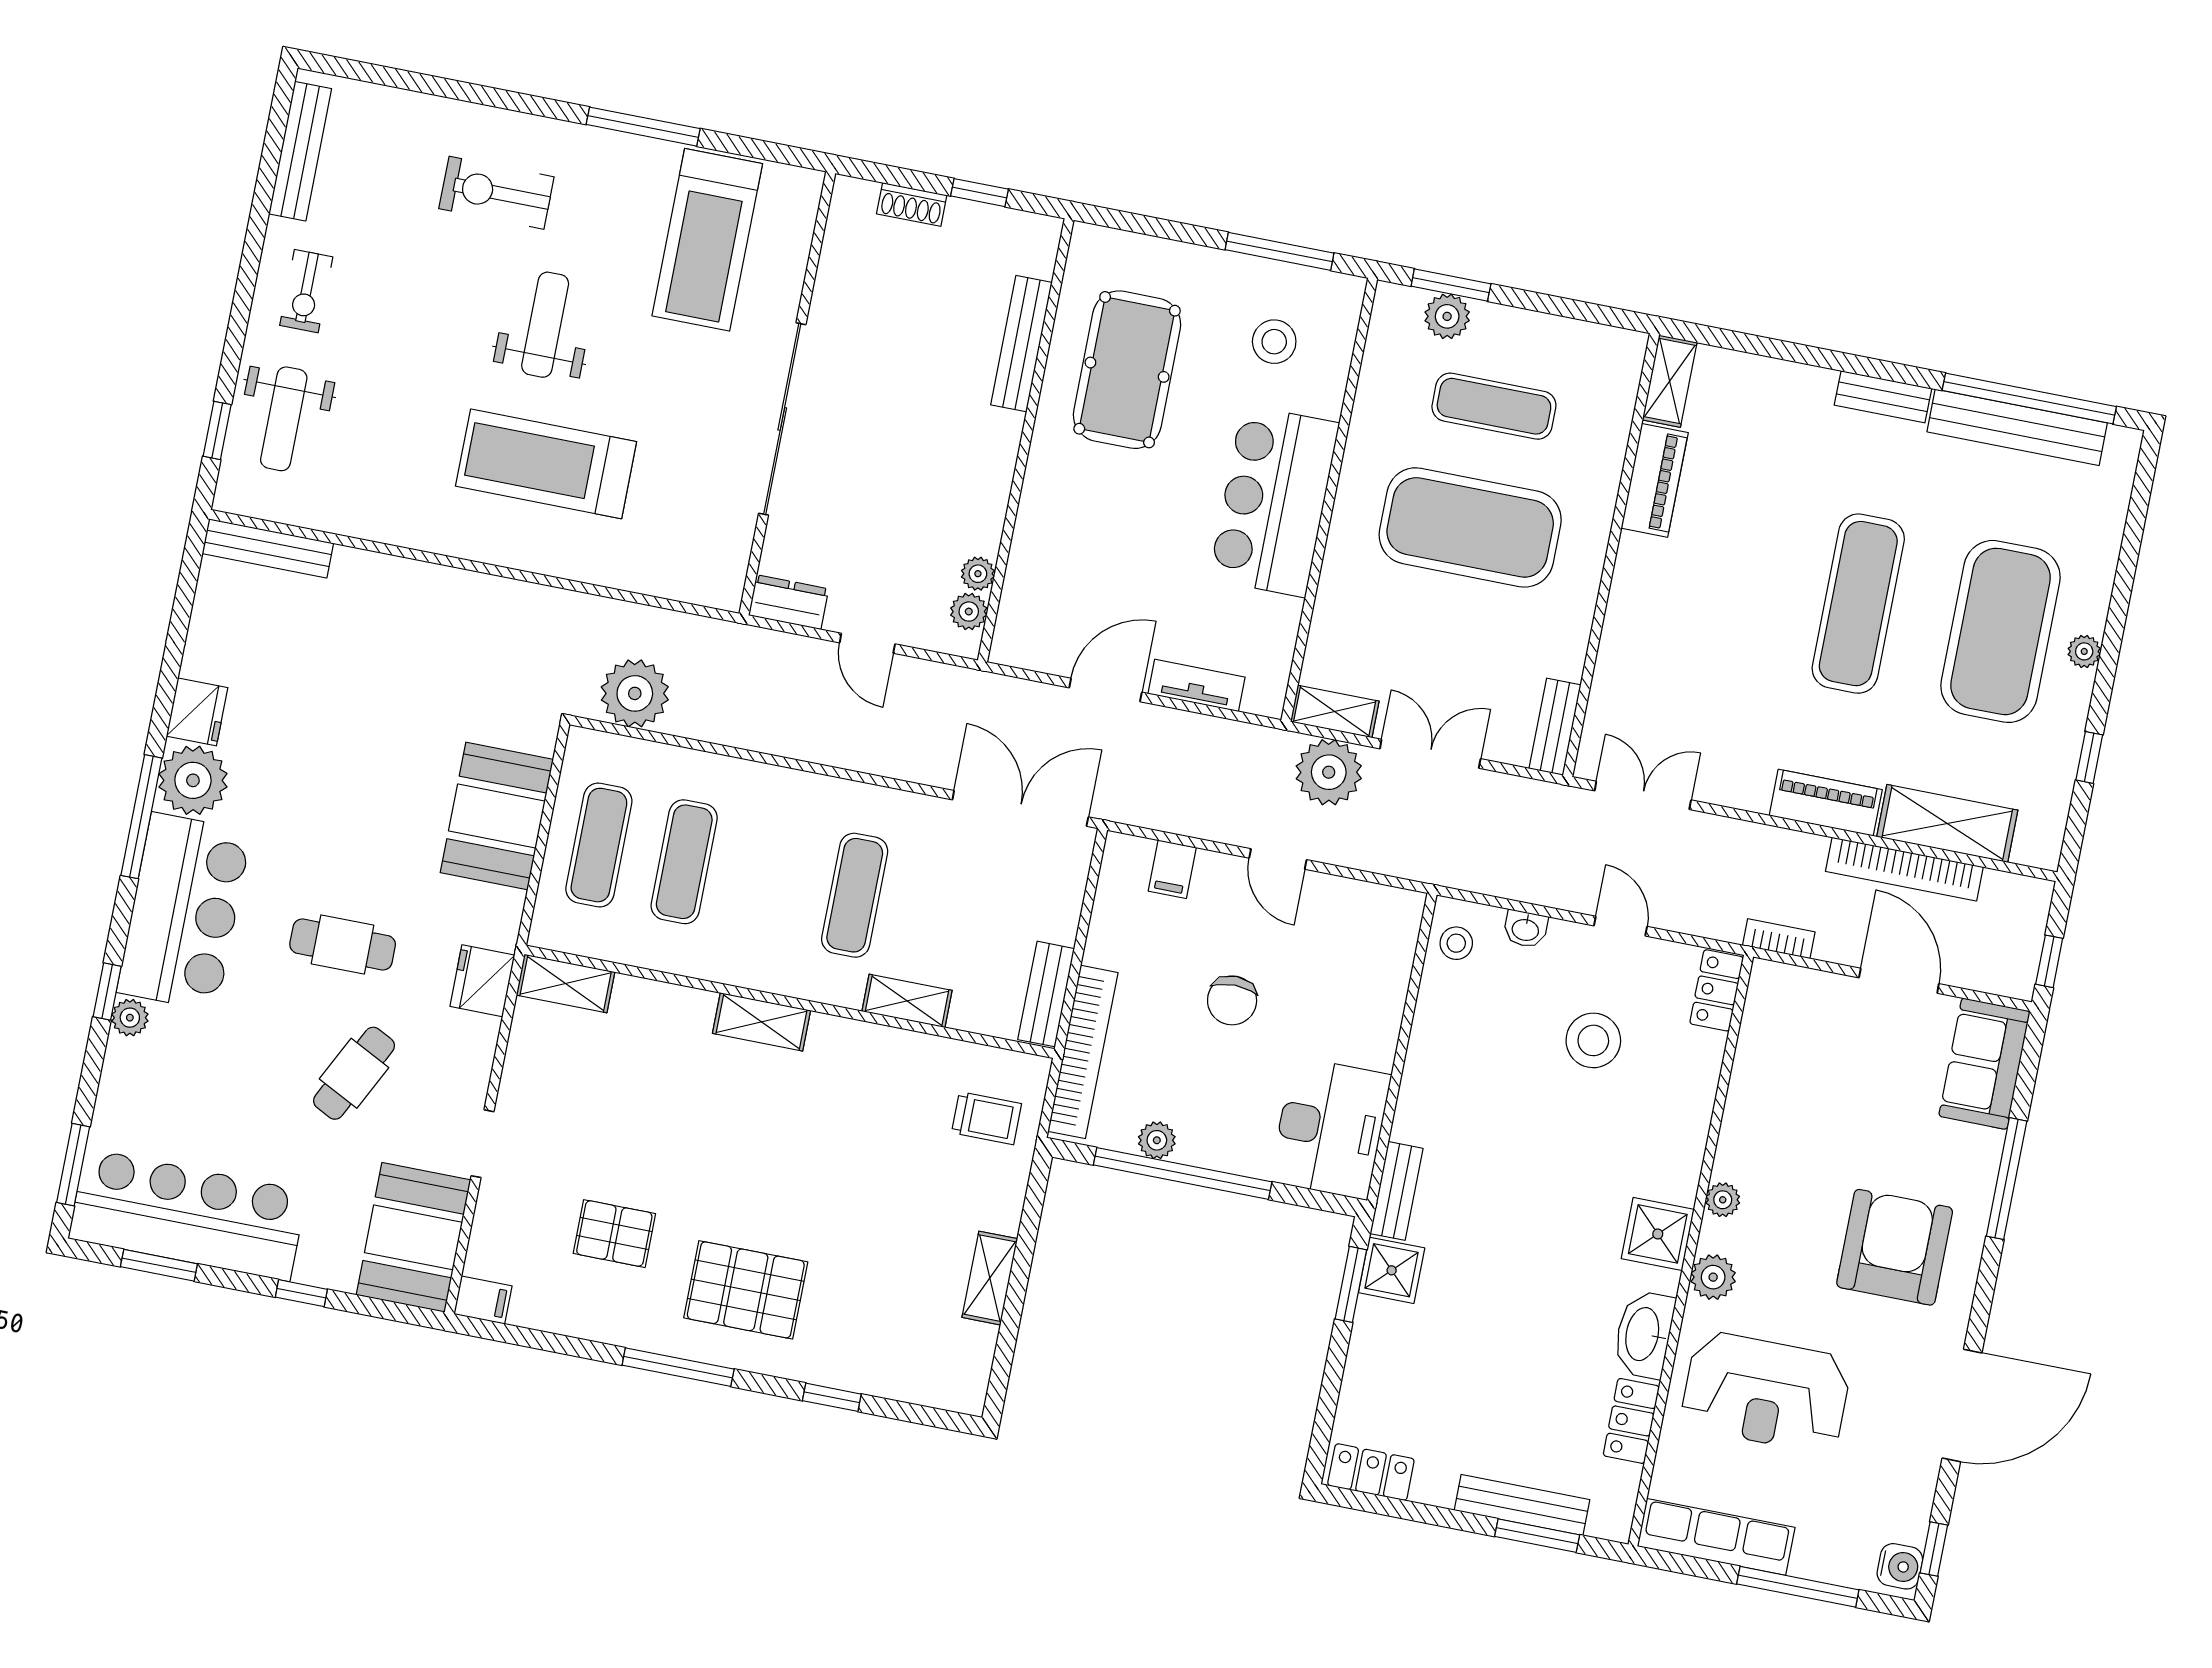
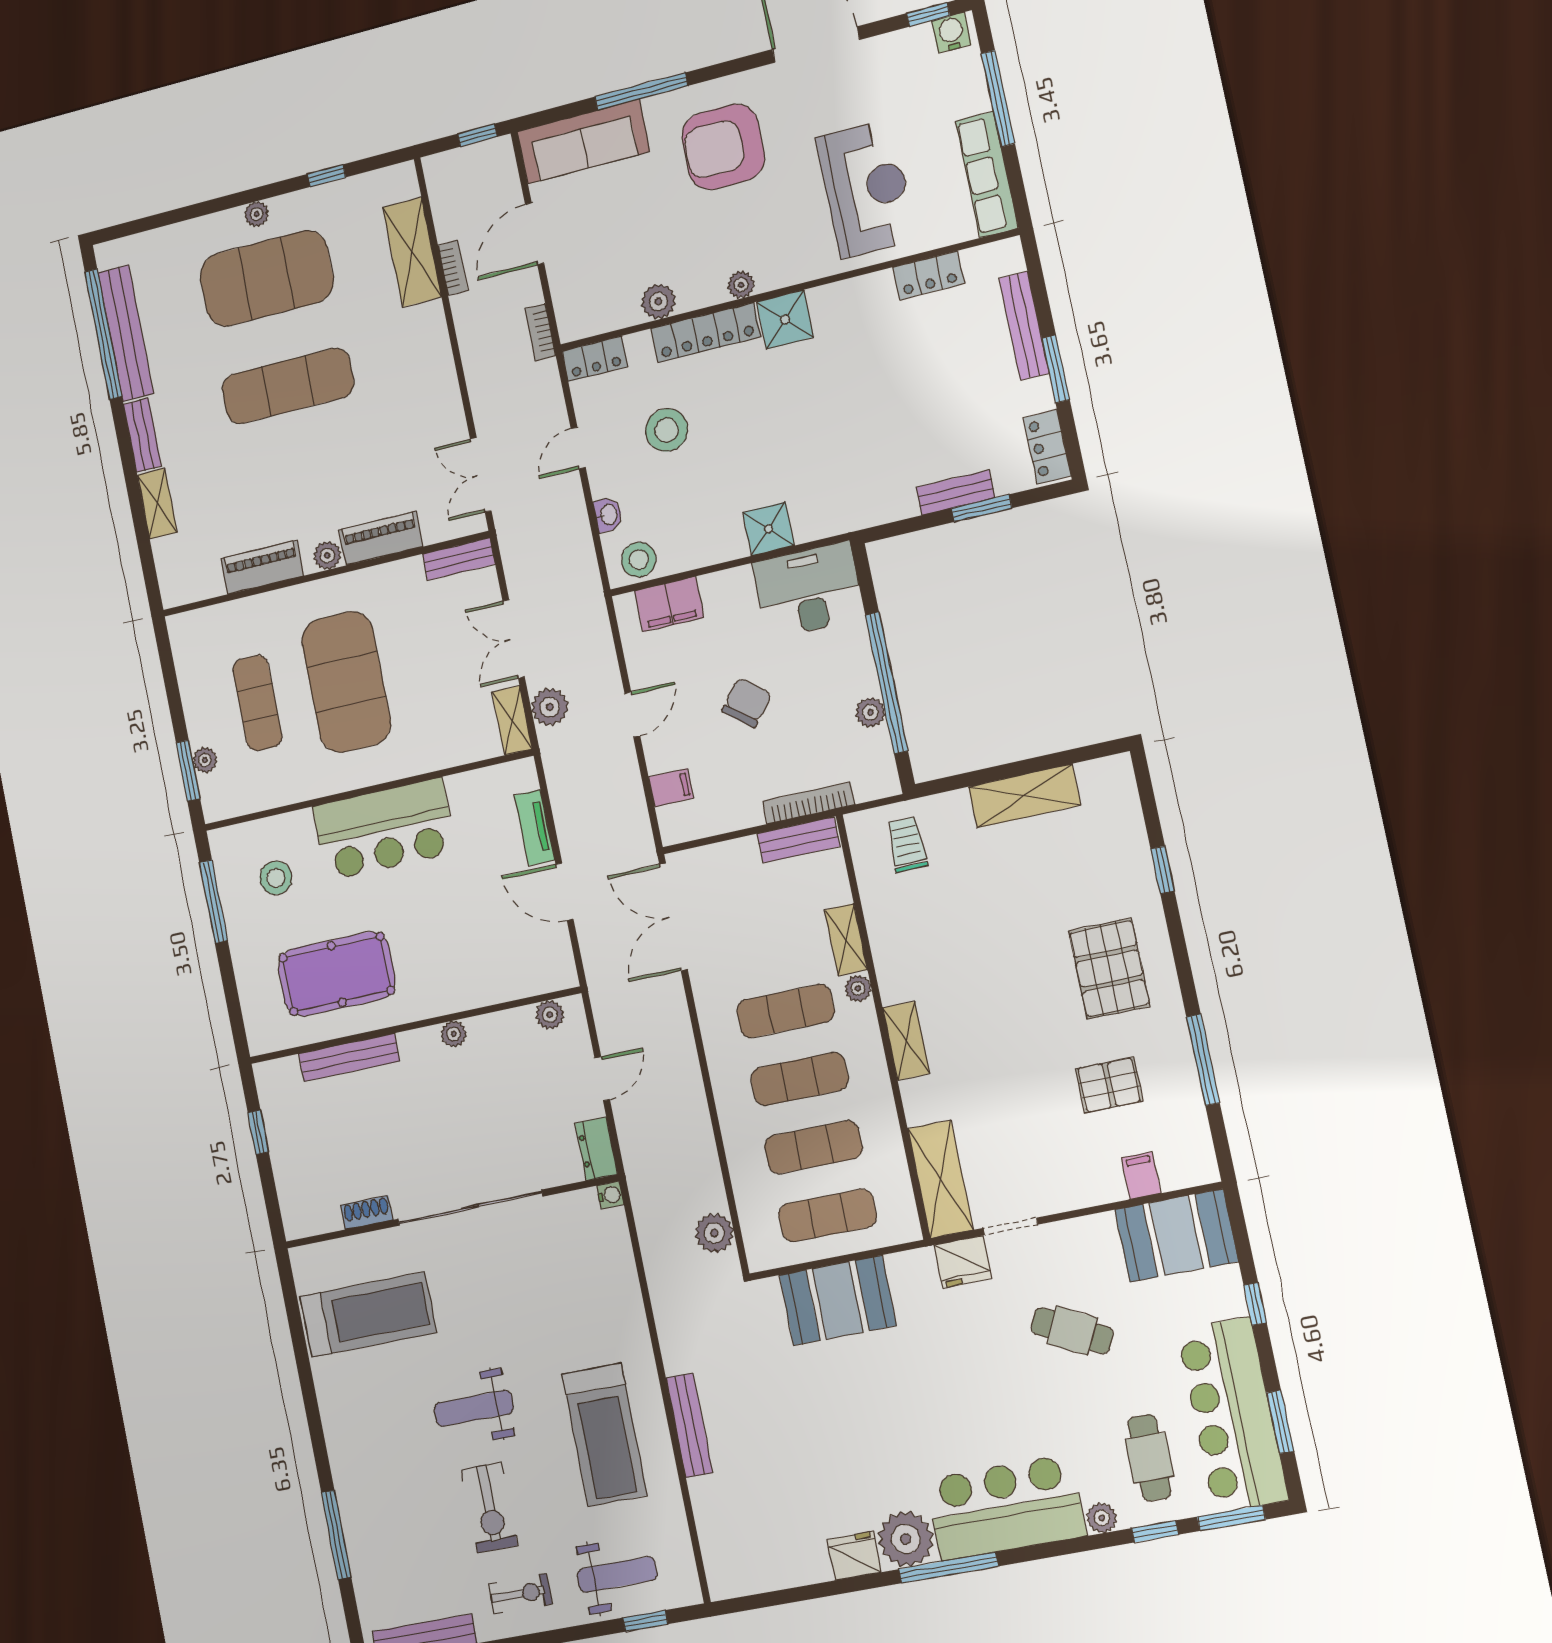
window: (643, 127) -> (336, 1535), moved
exercise bike: (496, 193) -> (490, 1507), moved
shoe rack: (912, 204) -> (367, 1213), moved, turned -90
plant: (1447, 316) -> (205, 760), width x0.73, depth x0.73
shelving: (1670, 381) -> (157, 504), moved, turned 90
treadmill: (546, 464) -> (605, 1435), moved
bench: (268, 548) -> (689, 1425), moved
plant: (1632, 567) -> (327, 555), added
plant: (978, 574) -> (454, 1034), moved
water cooler: (728, 596) -> (610, 1195), added
plant: (635, 693) -> (714, 1233), width x0.73, depth x0.73
plant: (1329, 772) -> (550, 707), width x0.73, depth x0.73
piano: (1826, 803) -> (381, 538), moved, turned 90
bookcase: (1904, 869) -> (453, 268), width x0.43, depth x0.76
exercise mat: (769, 878) -> (800, 1079), added
stool: (1456, 943) -> (639, 560), width x1.37, depth x1.37
cafe table: (343, 944) -> (1149, 1458), moved
filing cabinet: (1388, 957) -> (669, 604), added
shelving: (566, 984) -> (941, 1179), width x1.50, depth x1.33
plant: (845, 991) -> (858, 988), added
window: (107, 992) -> (1155, 1531), moved
chair: (1232, 1000) -> (747, 703), turned -51
bookcase: (1083, 1052) -> (809, 803), width x0.68, depth x0.76
sofa: (1984, 1064) -> (583, 142), width x1.36
locker: (1686, 1135) -> (706, 333), added
doorway: (482, 1144) -> (1011, 1226), moved
bench: (1397, 1191) -> (956, 493), moved
pallet: (614, 1234) -> (1109, 1085), turned 90
shower: (1392, 1270) -> (769, 529), moved
plant: (1713, 1277) -> (658, 301), moved
shelving: (990, 1278) -> (1024, 796), width x1.50, depth x1.33
window: (1351, 1284) -> (982, 508), moved
filing cabinet: (483, 1300) -> (1141, 1175), moved
washbasin: (1644, 1334) -> (862, 296), removed
window: (678, 1367) -> (1203, 1060), moved
window: (1537, 1536) -> (1056, 369), moved

